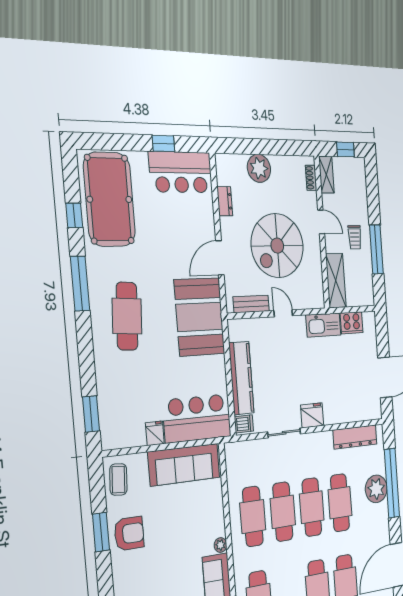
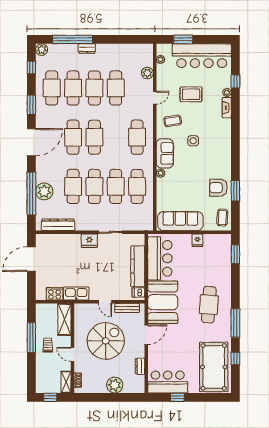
bar counter: (197, 418) -> (160, 258), moved, turned -90
dishwasher: (244, 424) -> (138, 292), moved

